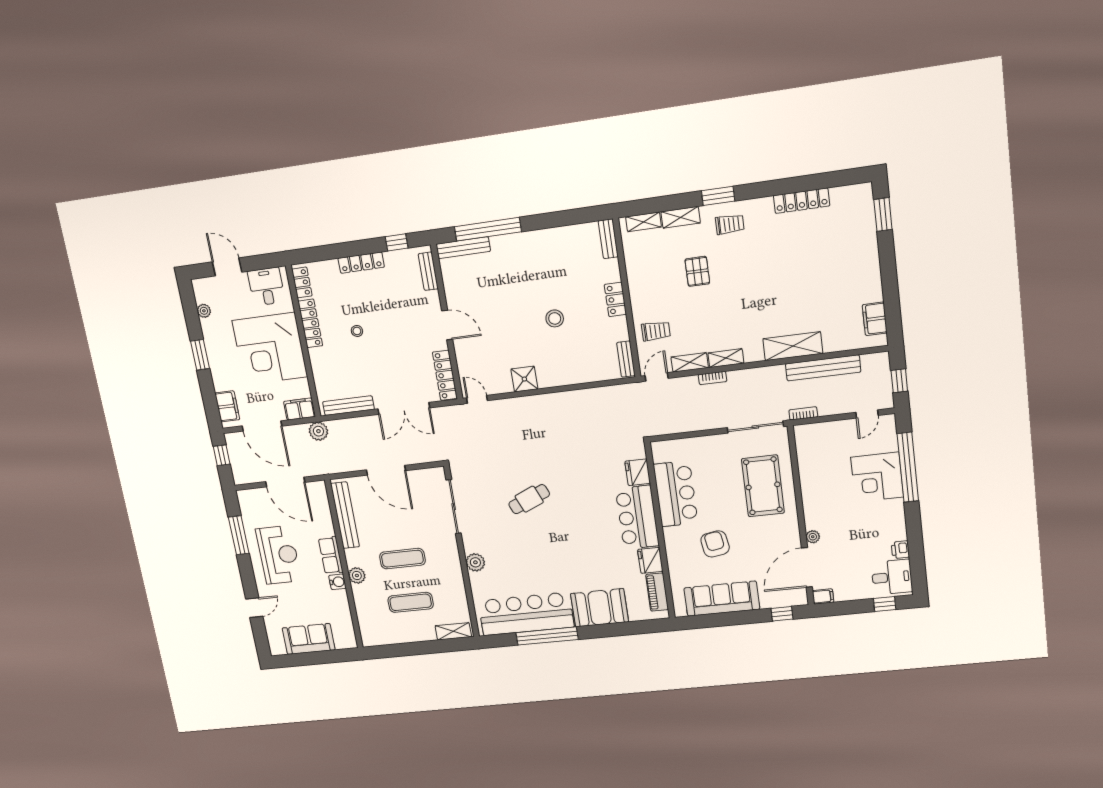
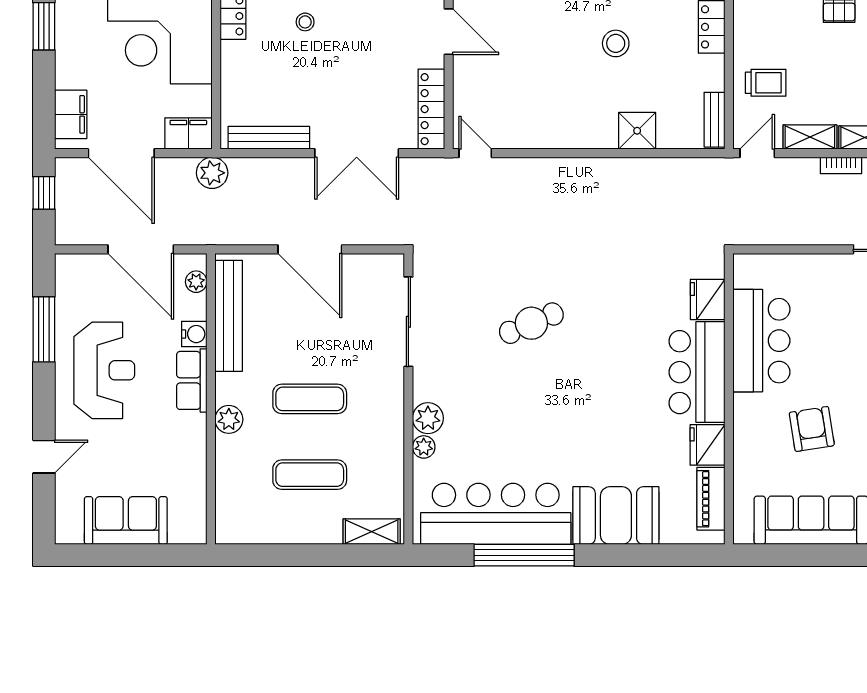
shower: (524, 379) -> (637, 131), moved
plant: (322, 497) -> (196, 282), added
plant: (476, 579) -> (424, 447), added
water cooler: (337, 582) -> (194, 334), moved

